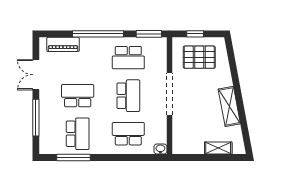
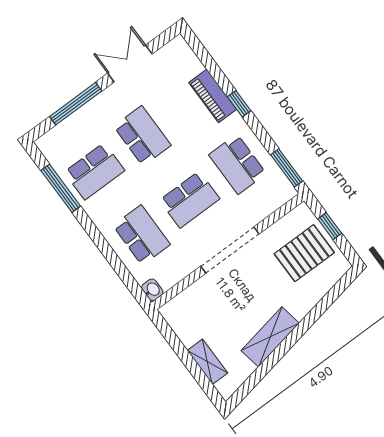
window: (98, 34) -> (239, 104), width x0.32
piano: (63, 44) -> (213, 96), moved
pallet: (199, 57) -> (304, 253), turned 90

